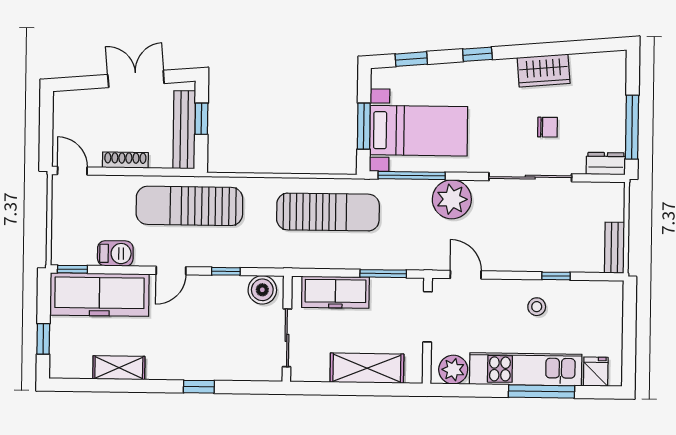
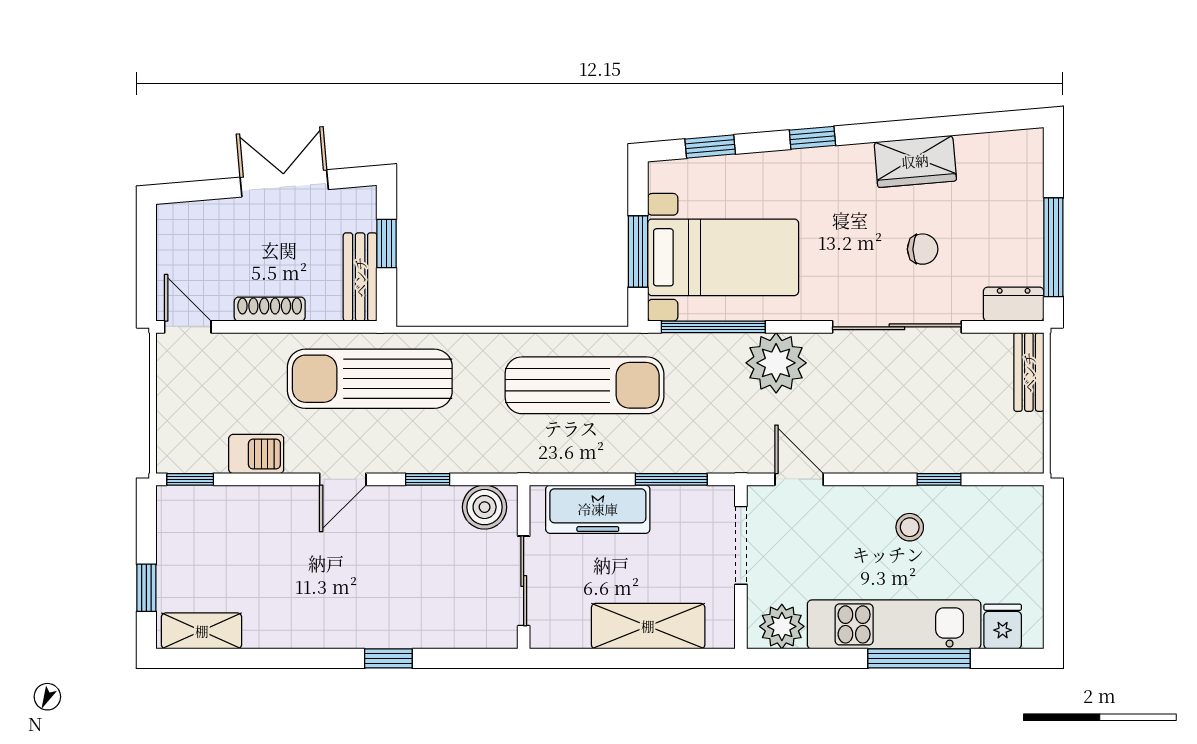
bench: (184, 130) -> (360, 277), width x0.73
bench: (614, 248) -> (1029, 372), moved
freezer: (99, 295) -> (232, 518), removed
shelving: (119, 368) -> (202, 631), moved

